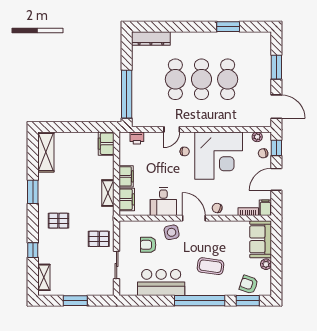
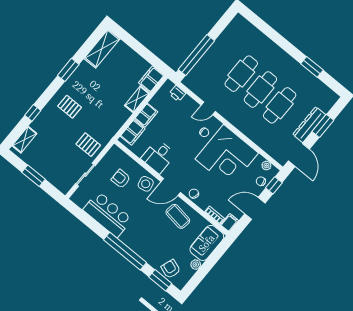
dresser: (151, 39) -> (309, 125), moved, turned 90
shelving: (108, 193) -> (137, 99), moved
door: (194, 218) -> (171, 187), swing flipped
coffee table: (210, 266) -> (178, 216), moved

